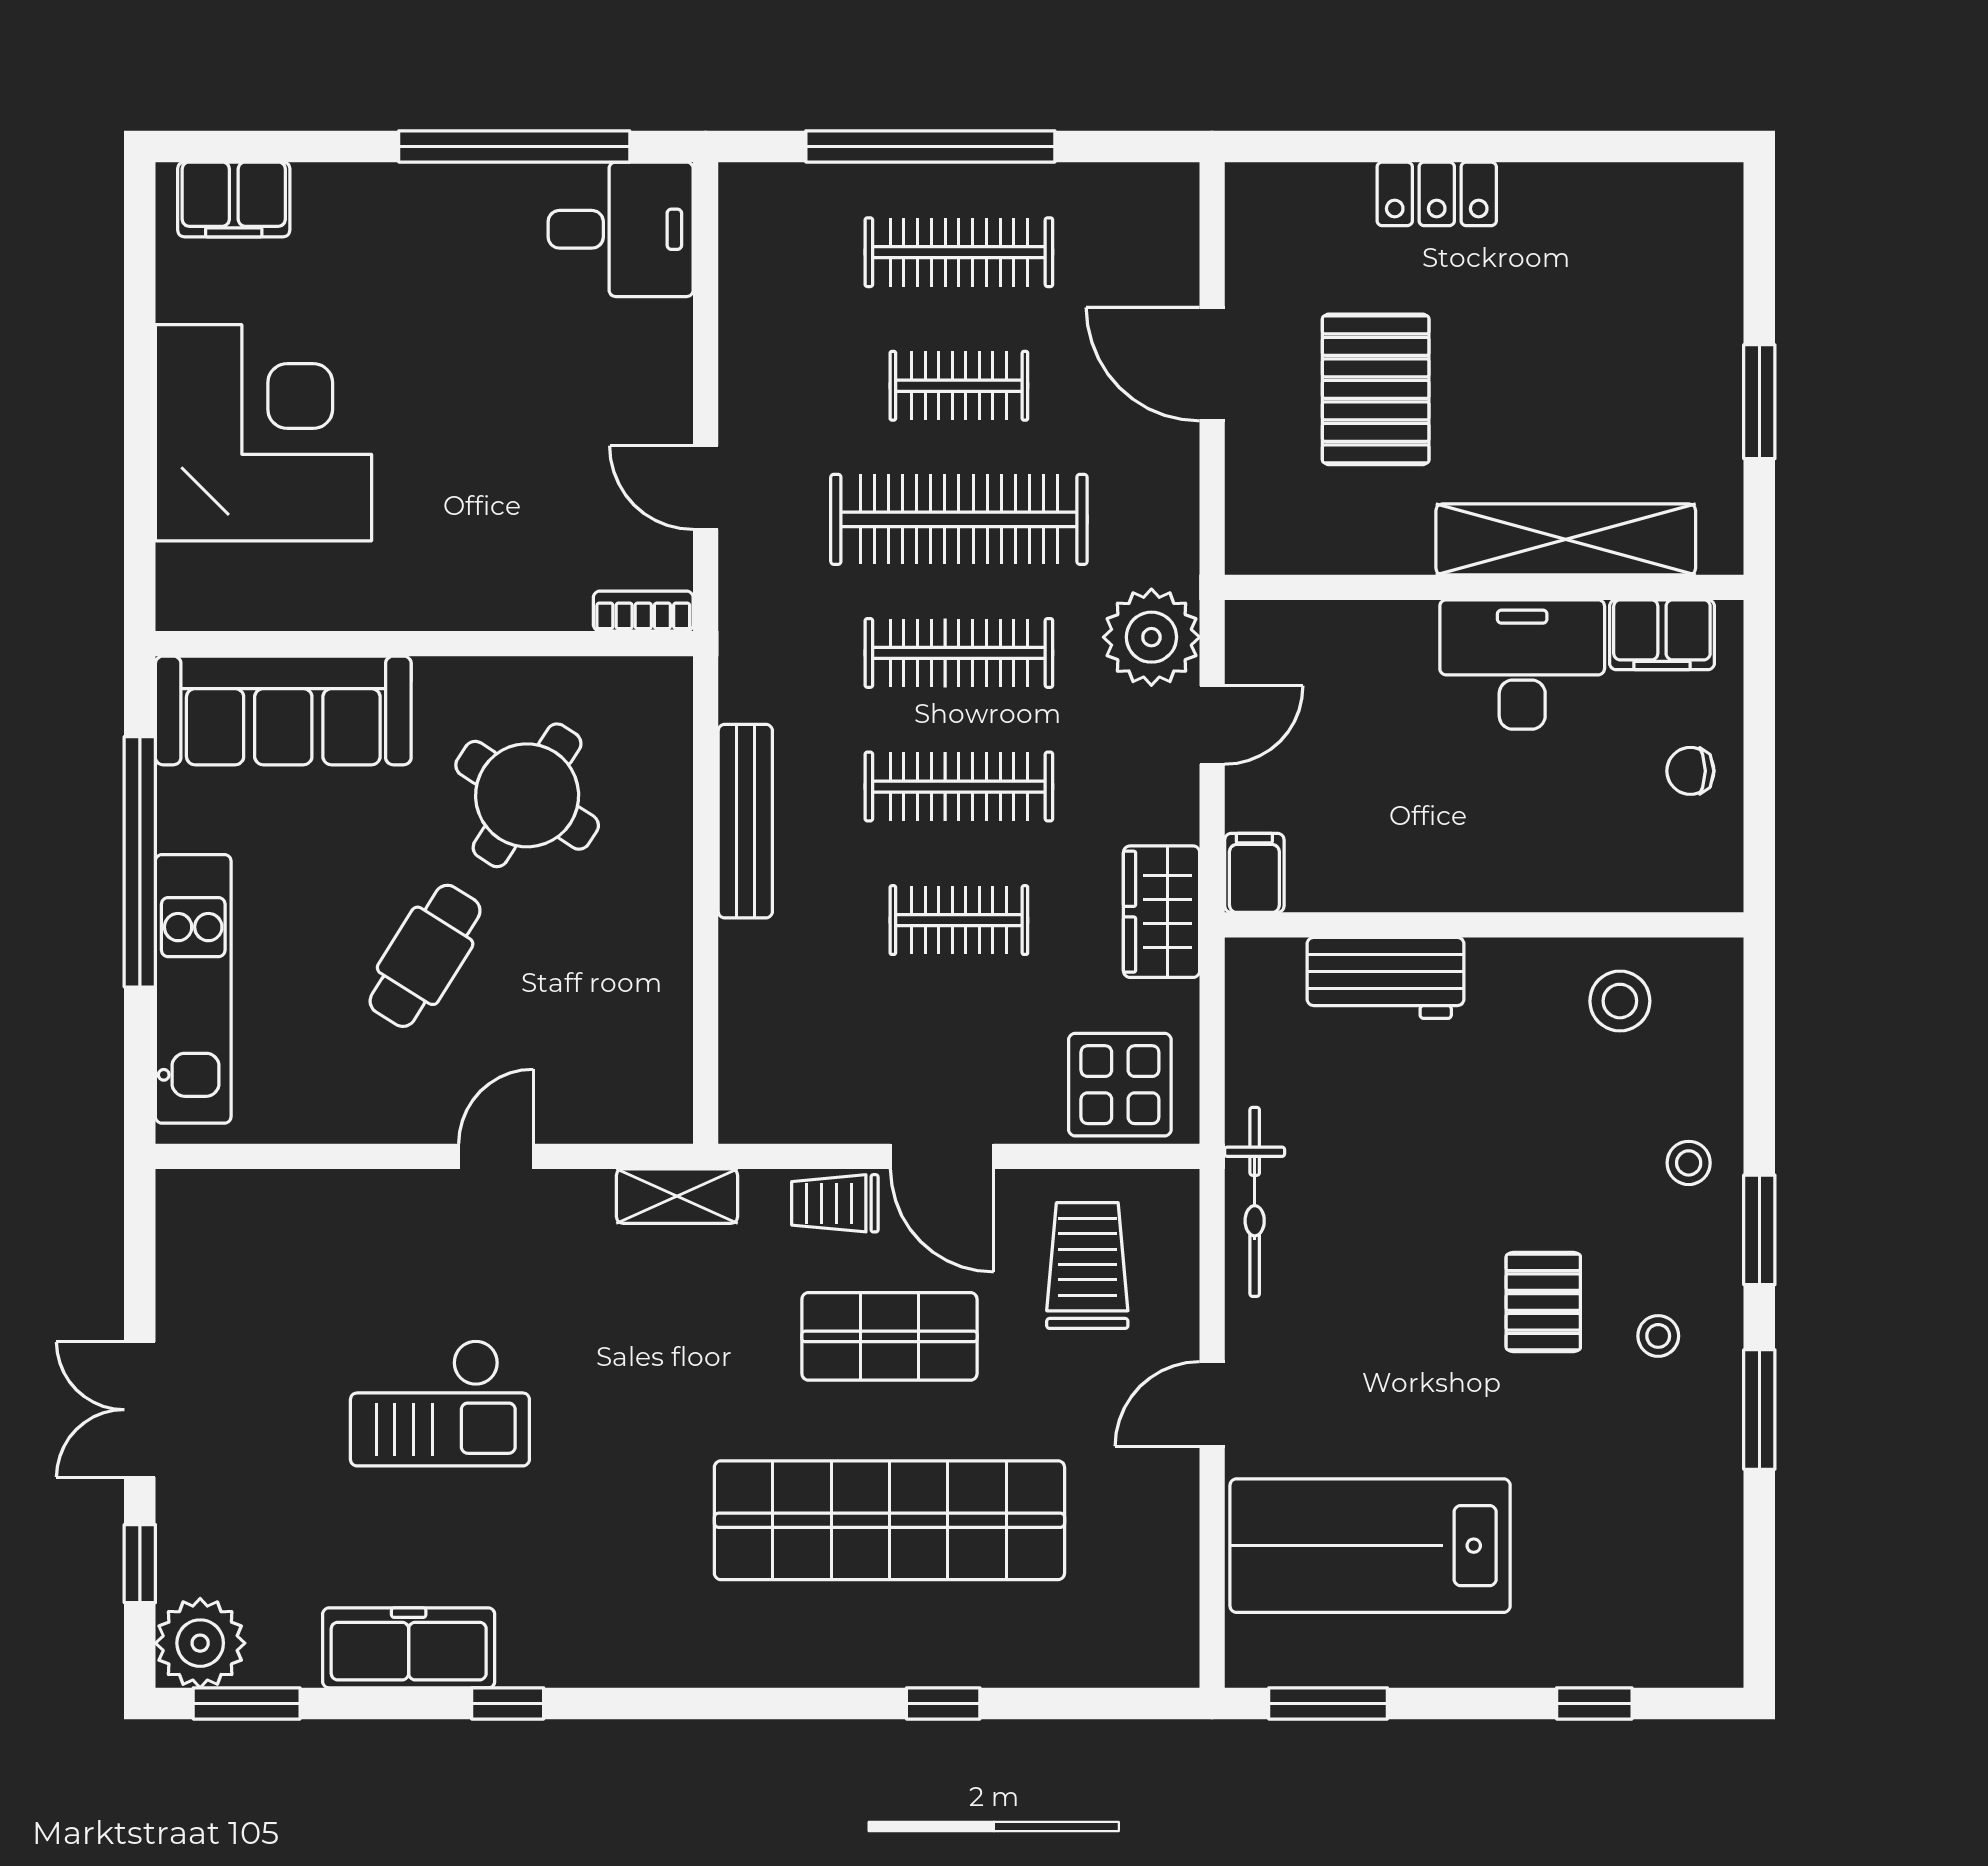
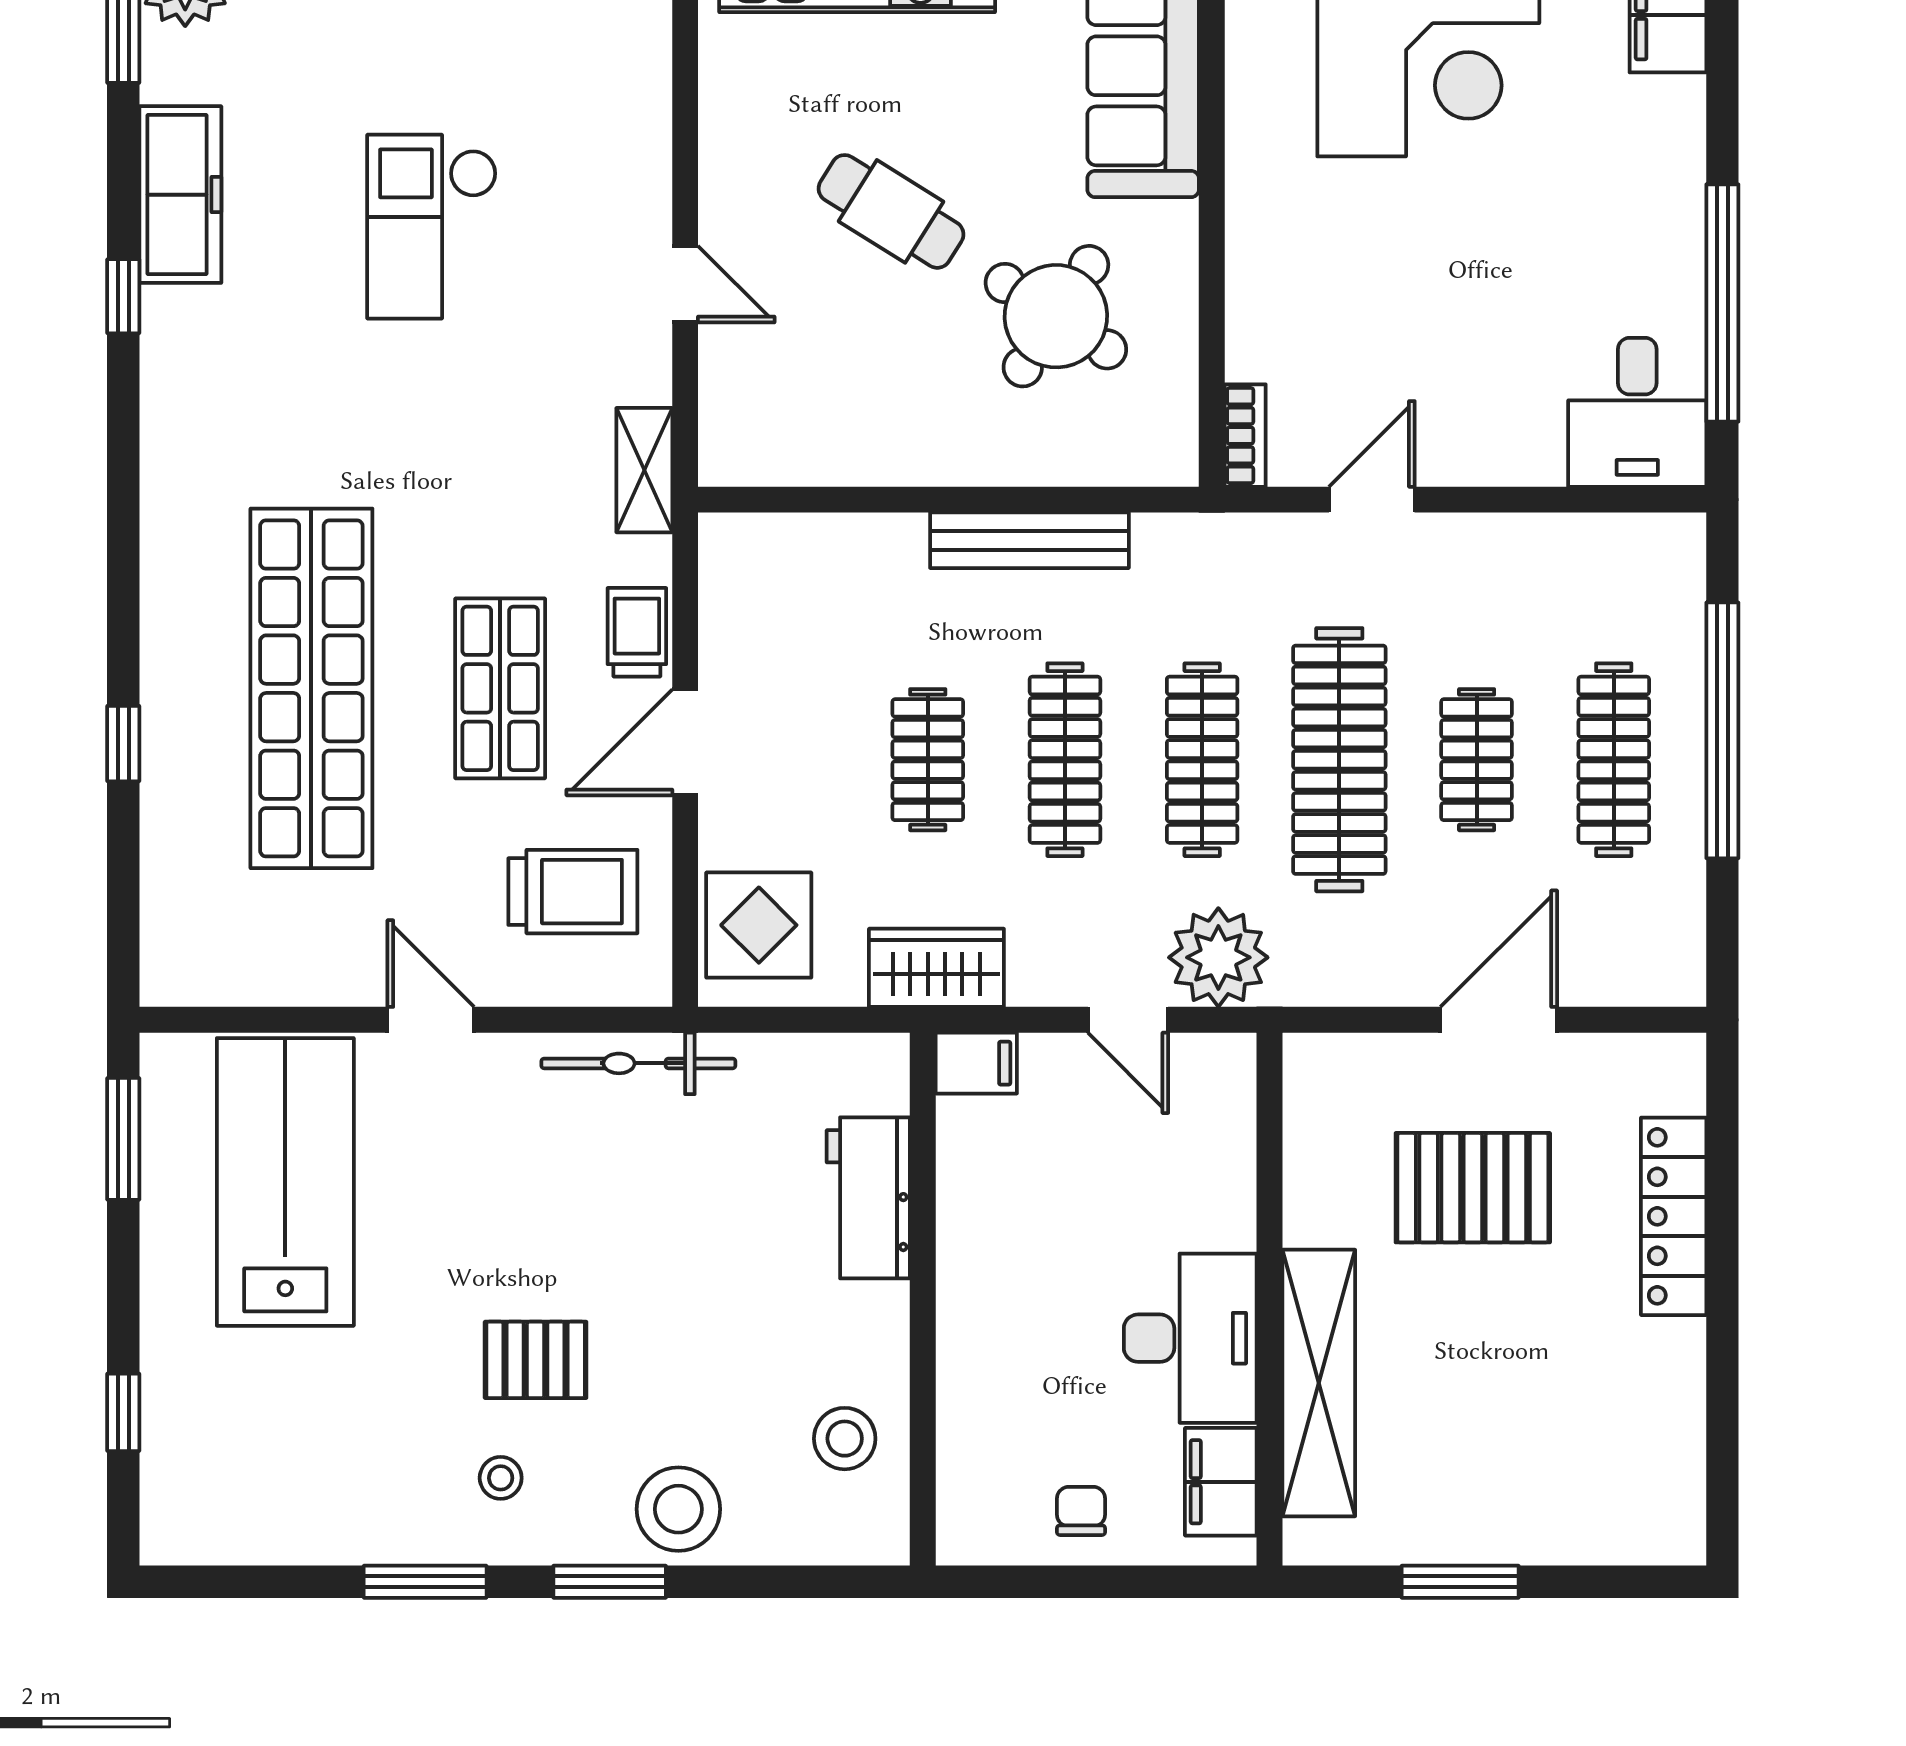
locker: (1437, 194) -> (1674, 1216), width x1.53
stool: (1689, 1163) -> (678, 1509), width x1.89, depth x1.89

